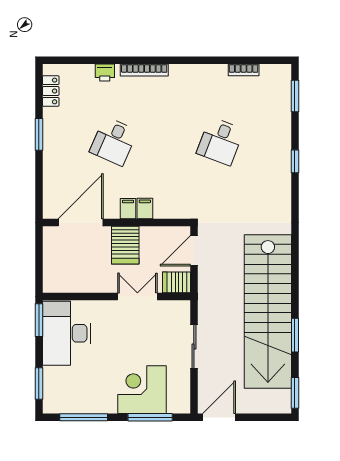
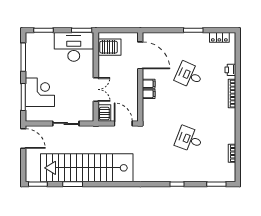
server rack: (125, 245) -> (109, 47), moved, turned 180

